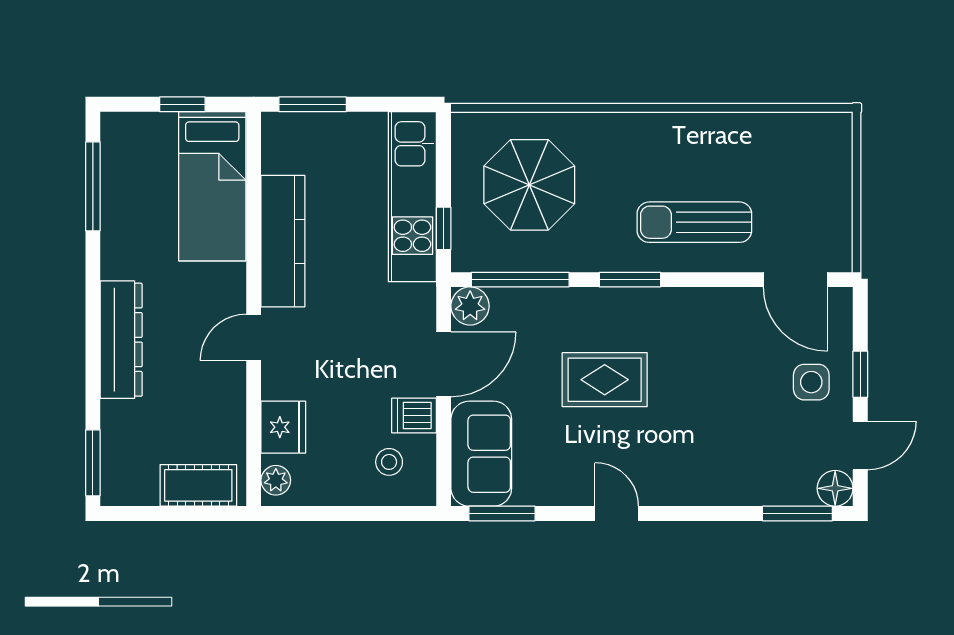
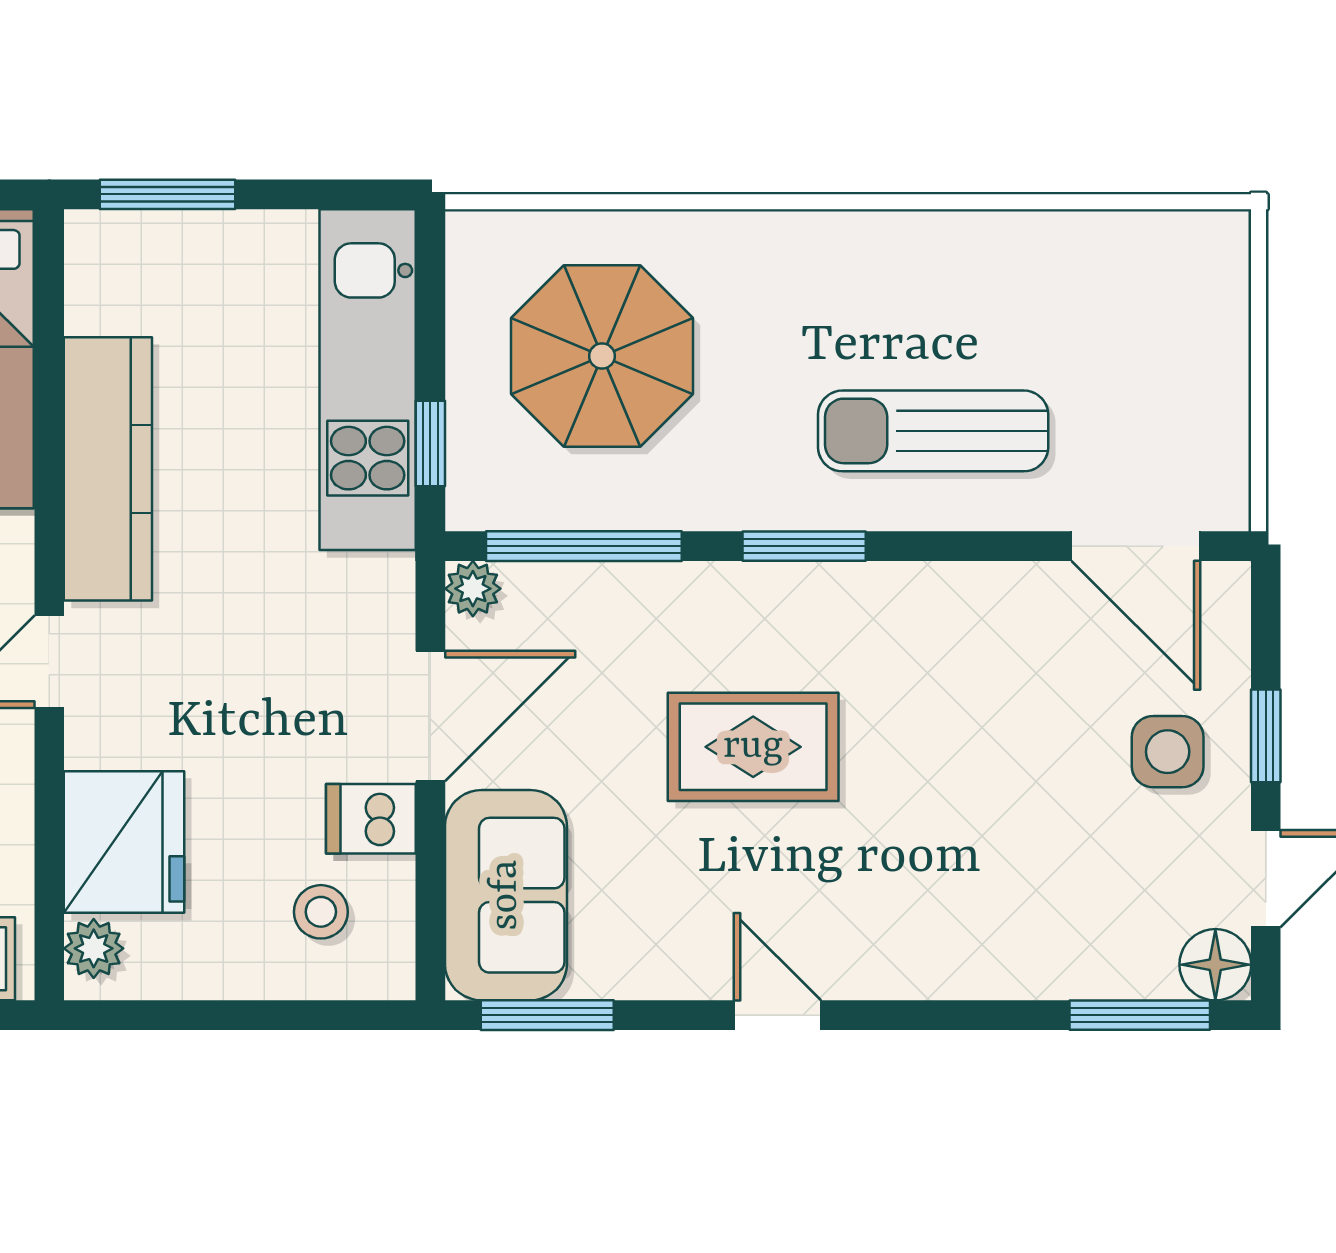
plant: (470, 306) -> (473, 589), width x0.73, depth x0.73
fridge: (283, 427) -> (124, 842), width x1.36, depth x1.34

